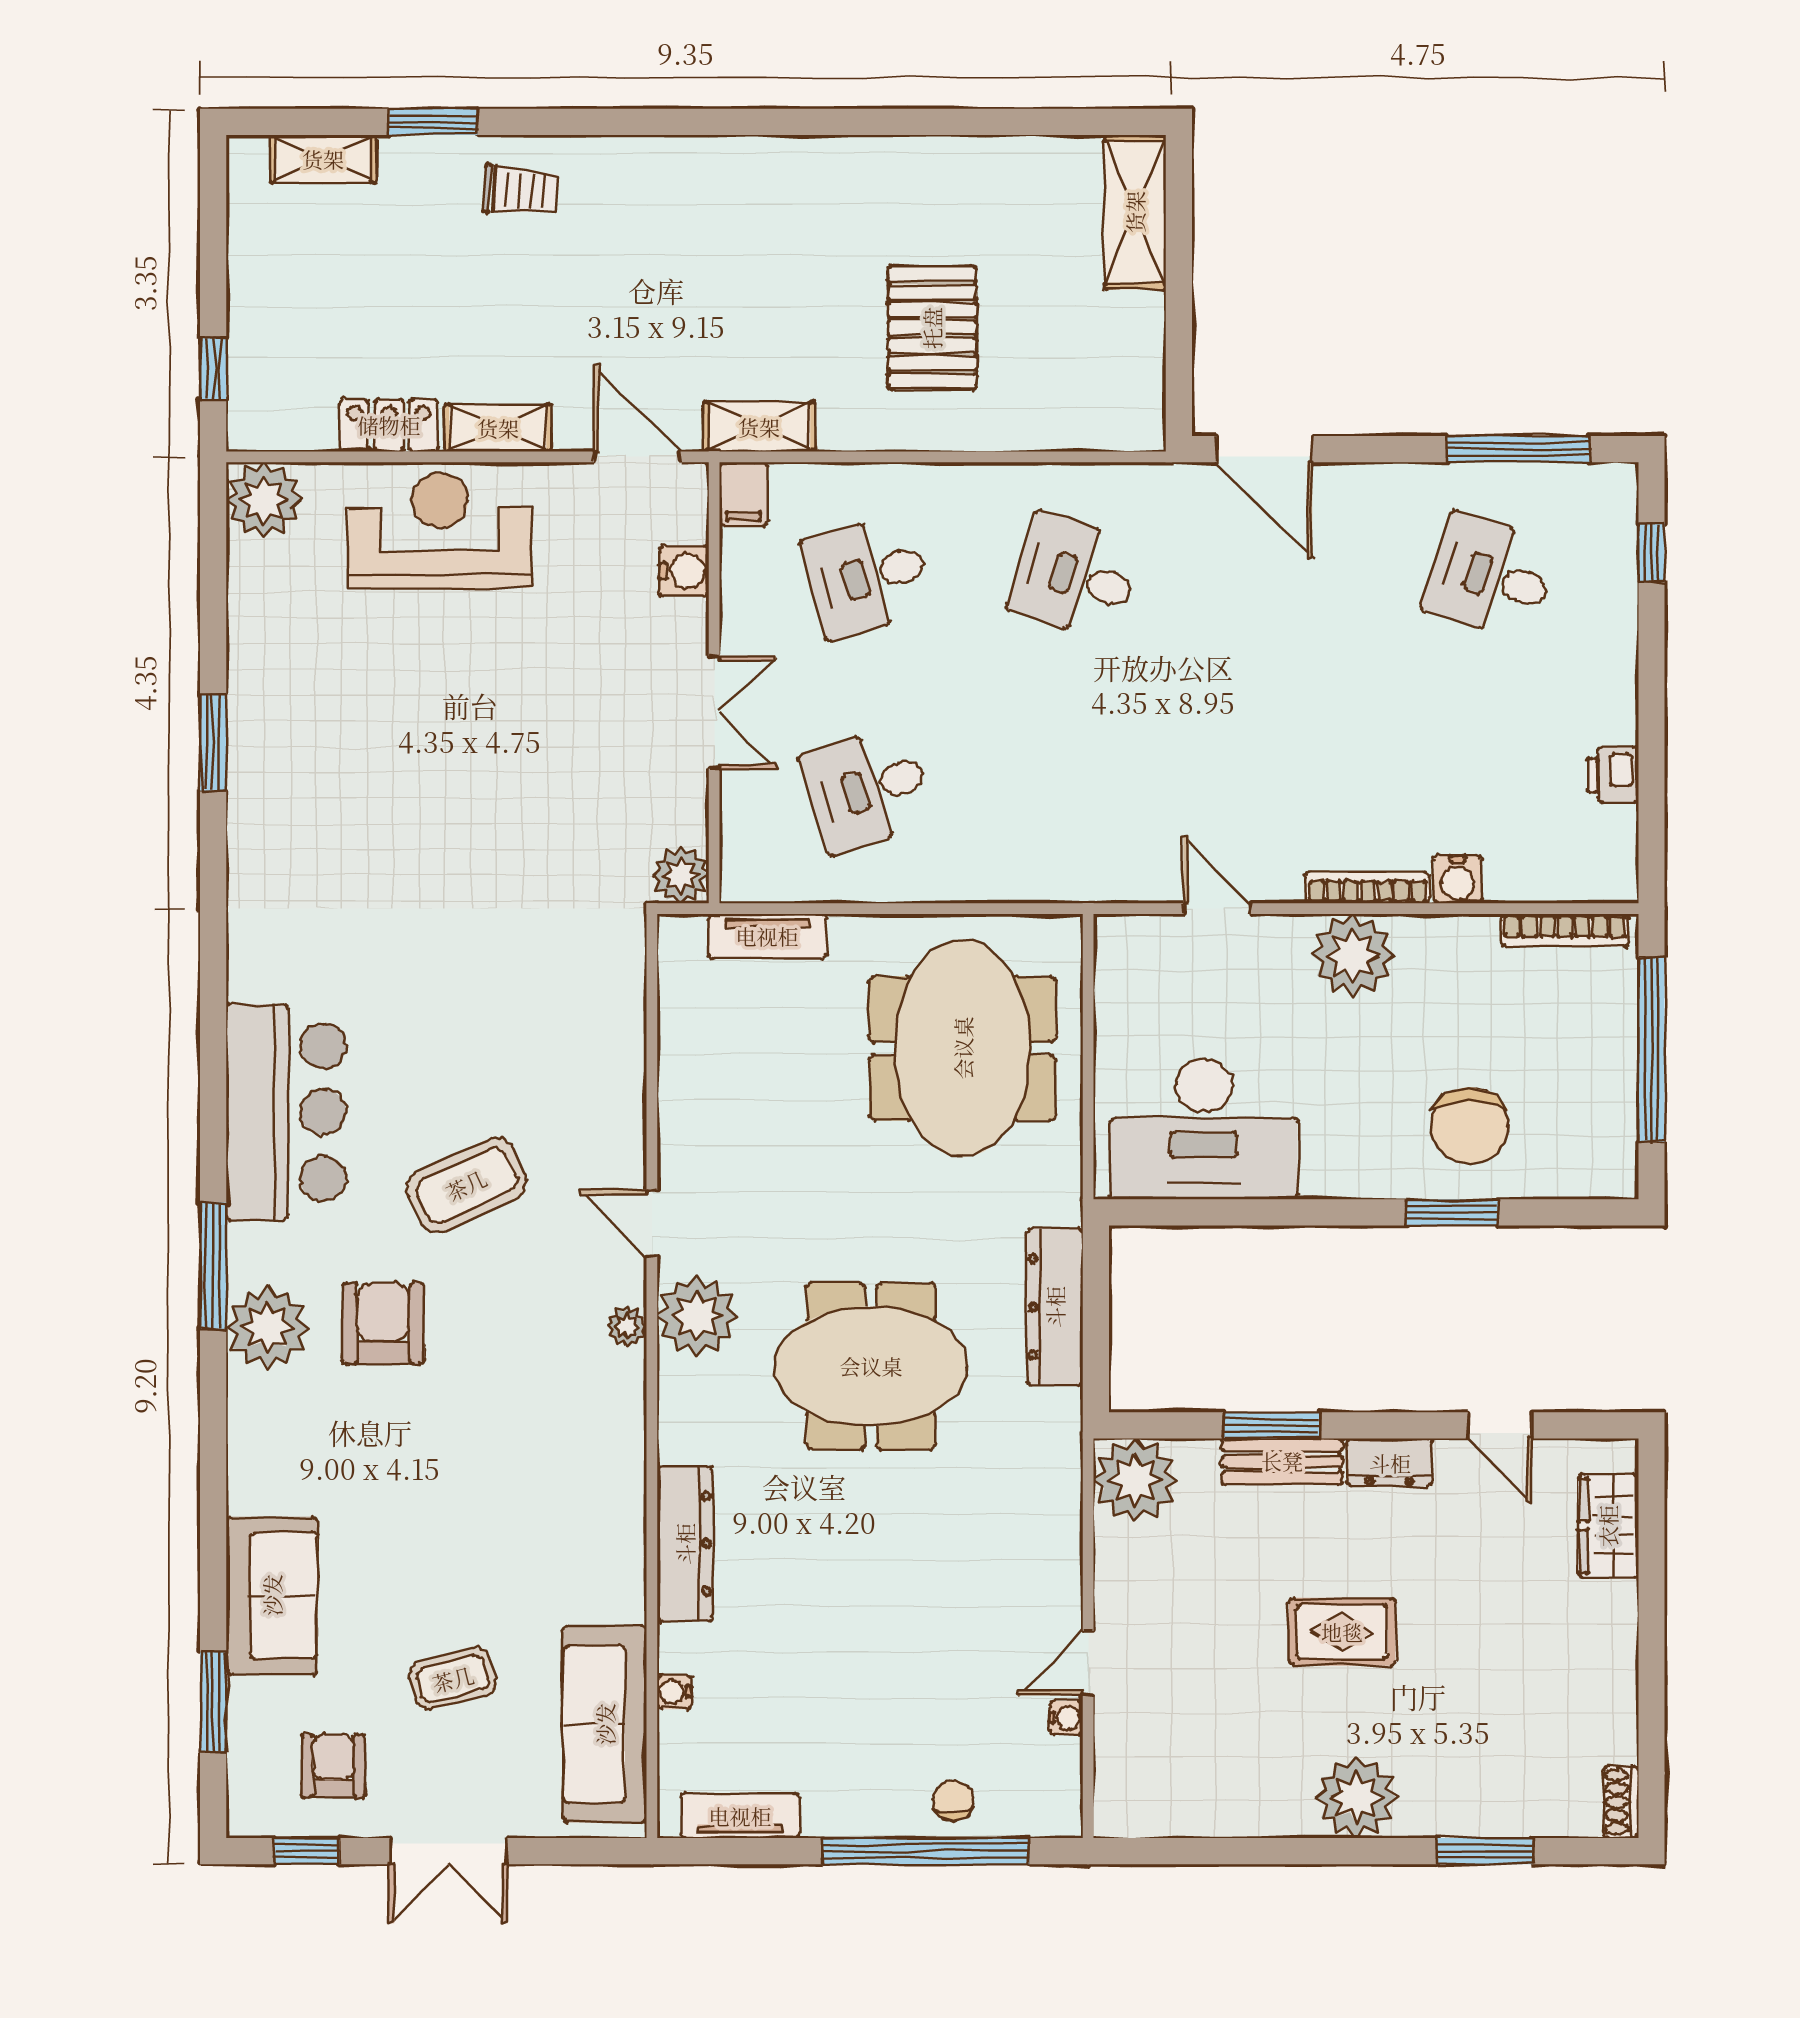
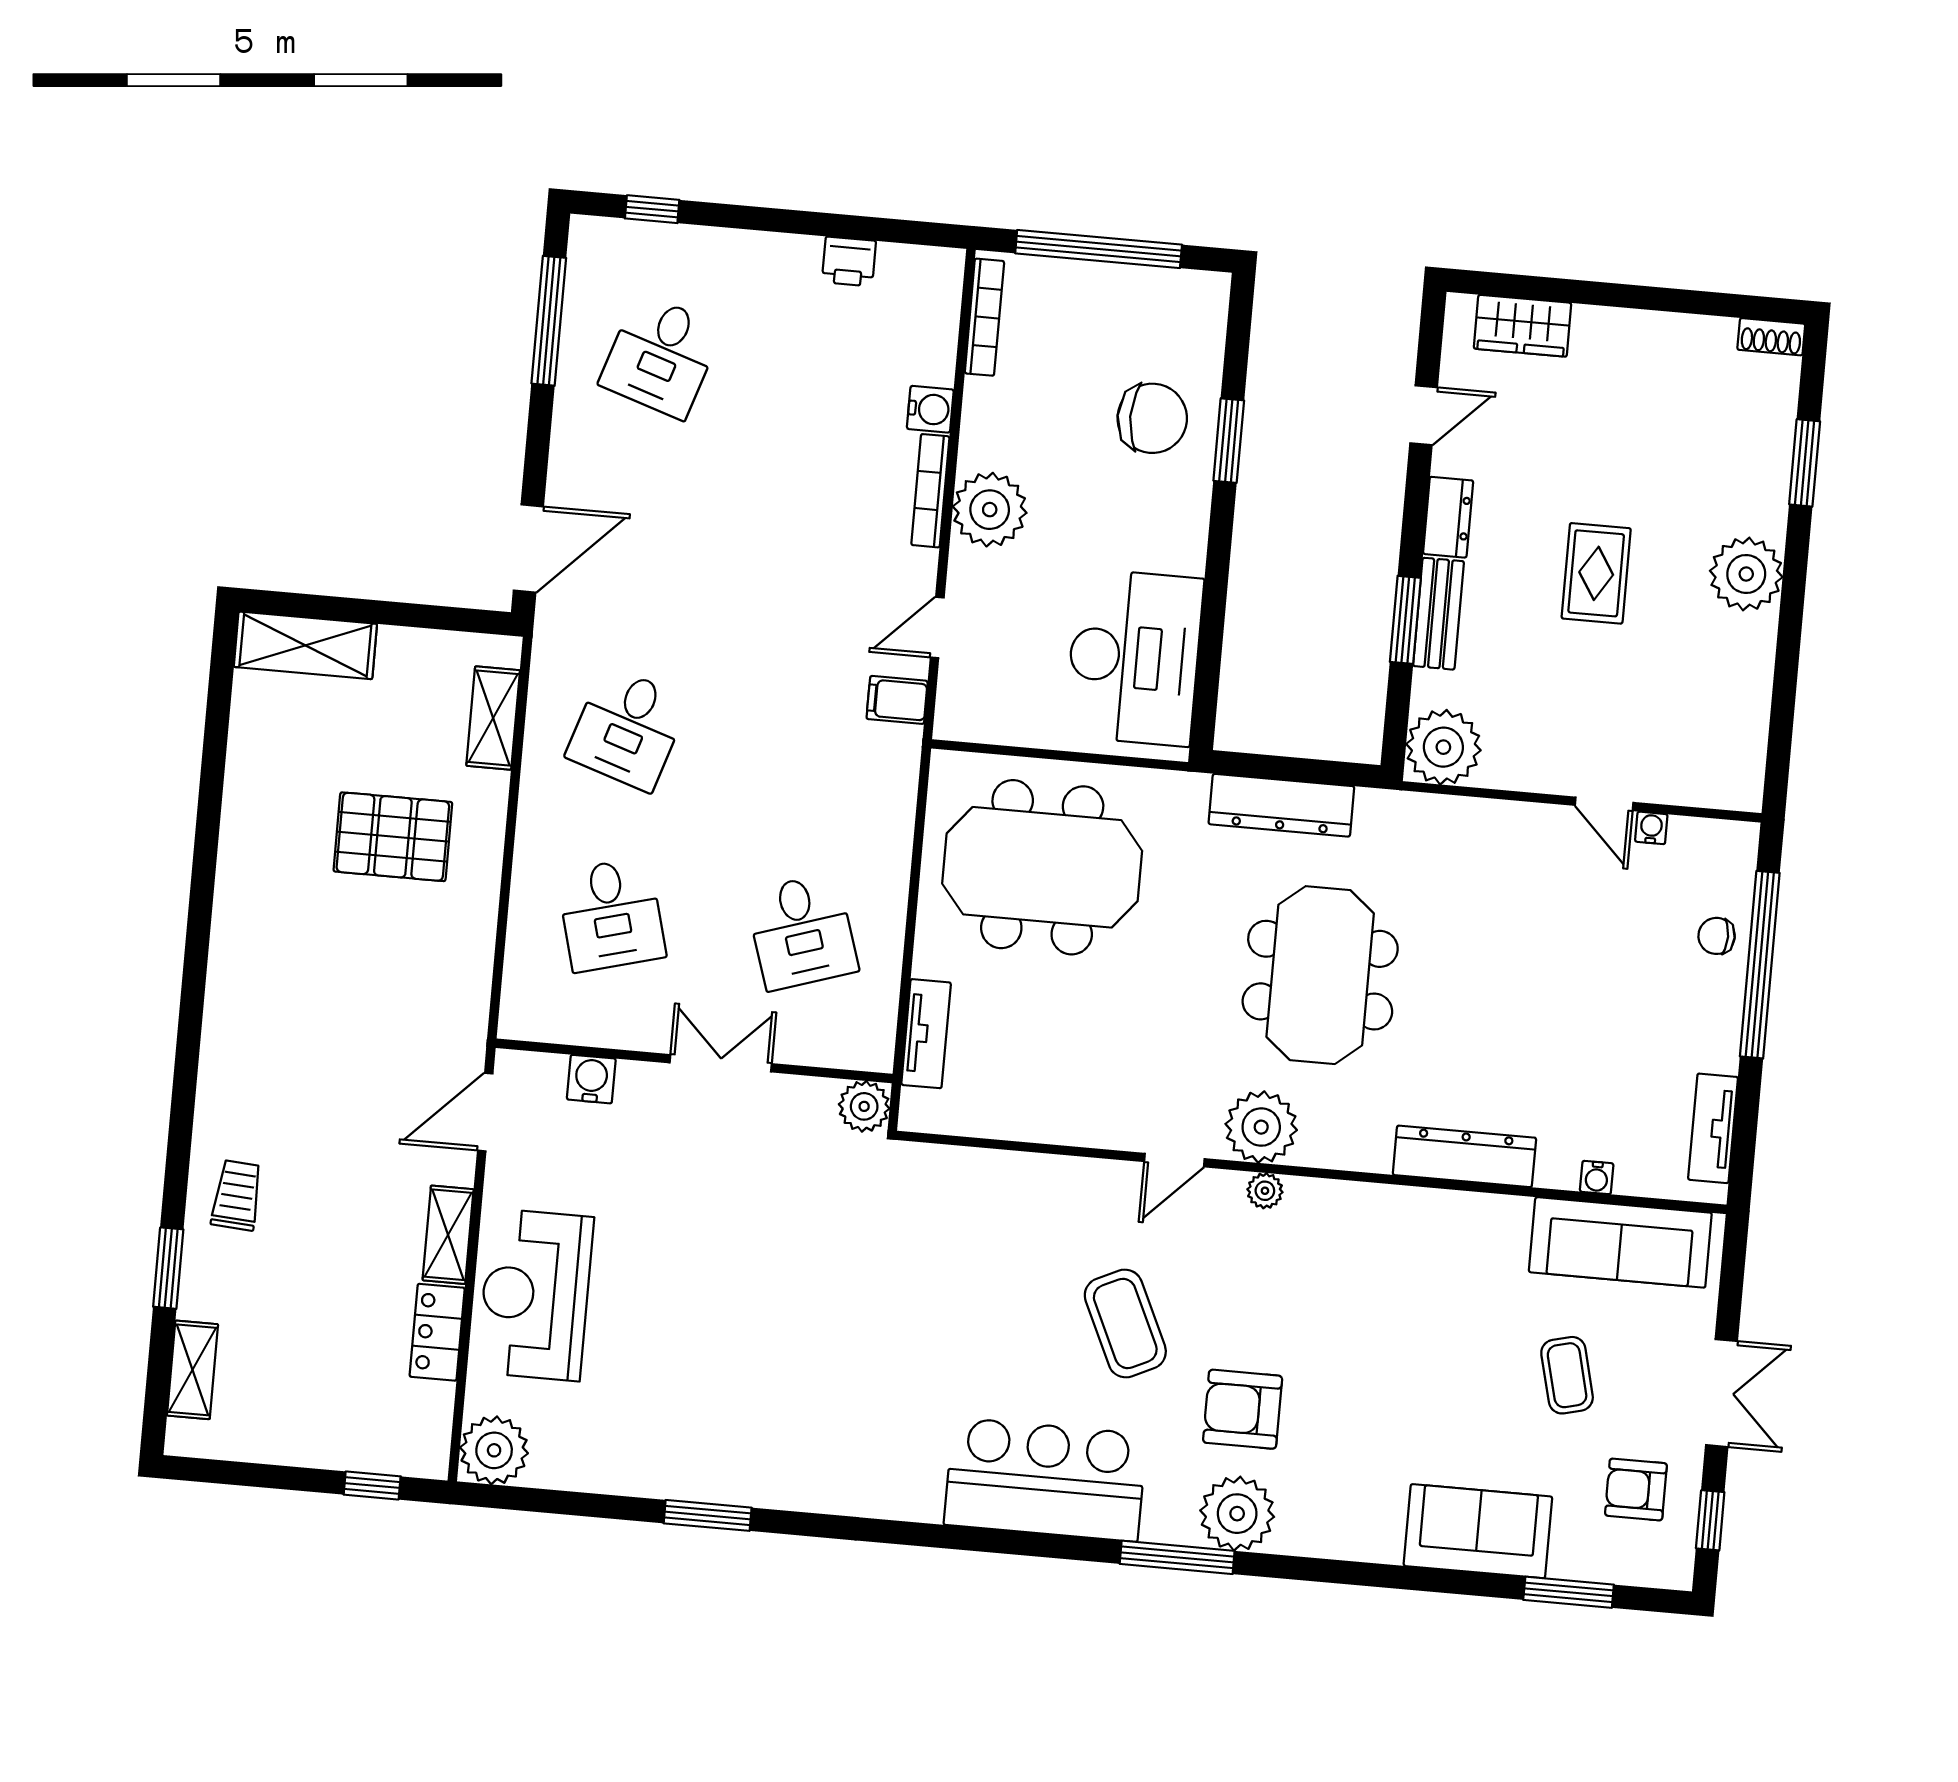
shelving: (759, 427) -> (493, 718), moved
filing cabinet: (744, 494) -> (897, 700), moved, turned 180

